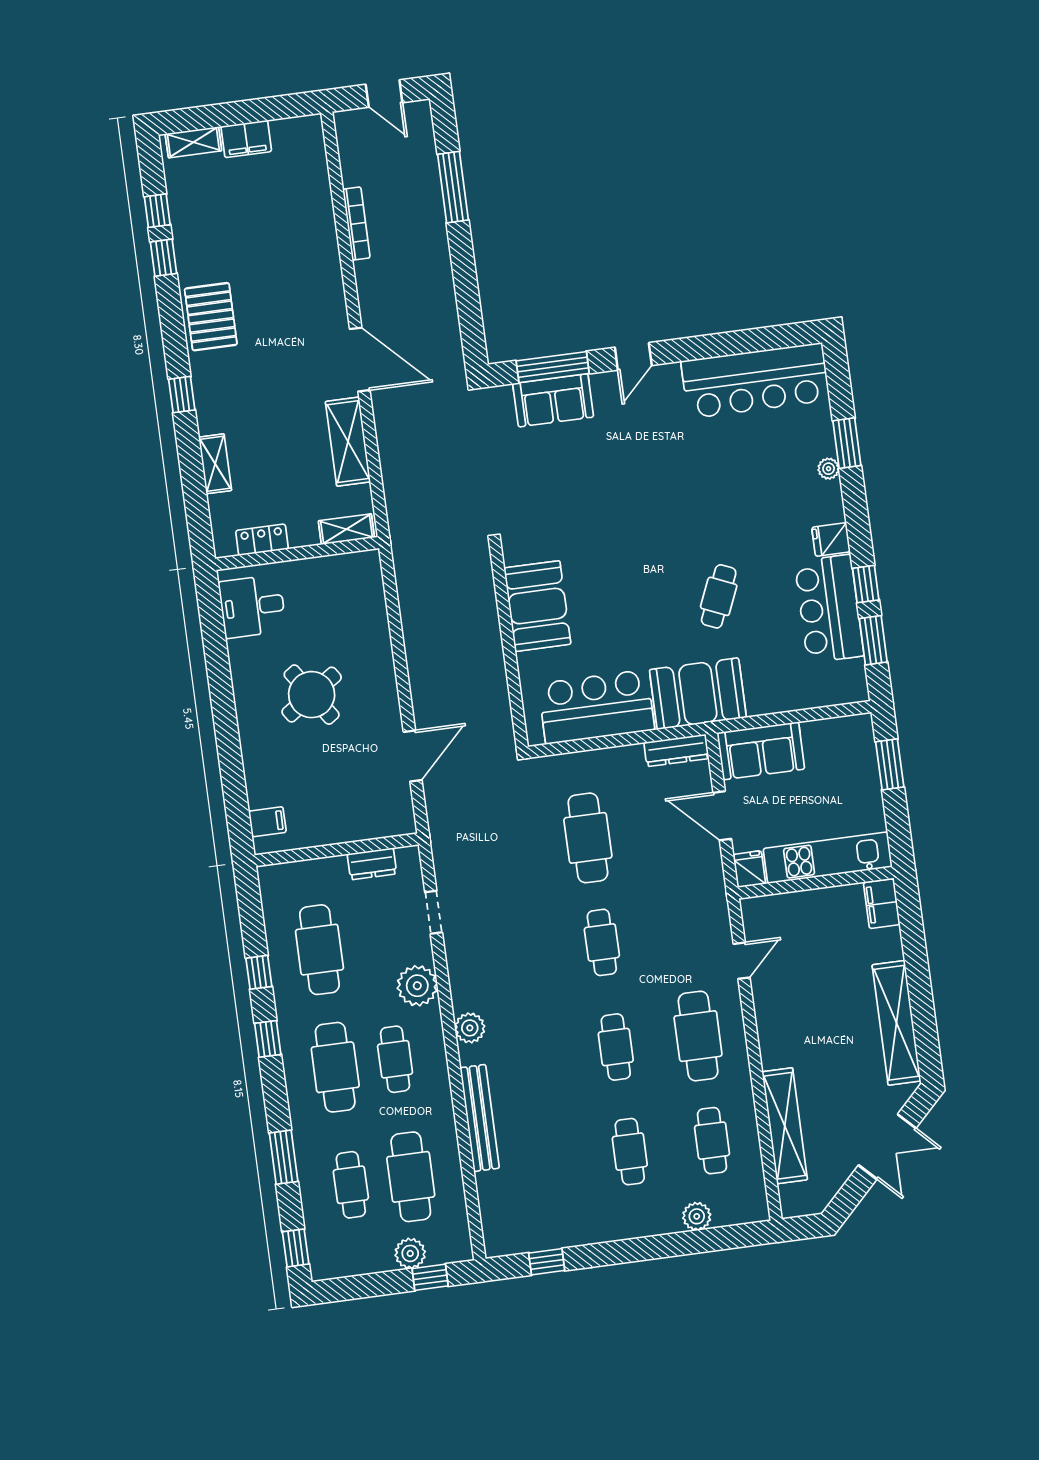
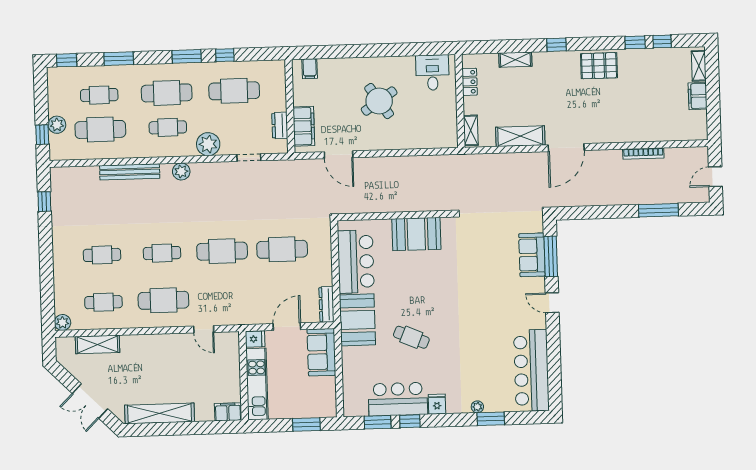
filing cabinet: (369, 822) -> (304, 126), added
cafe table: (602, 942) -> (222, 251), width x1.37, depth x1.35
window: (268, 1039) -> (187, 56), width x1.50
shelving: (785, 1126) -> (97, 345), width x0.68
plant: (697, 1216) -> (62, 323), moved

